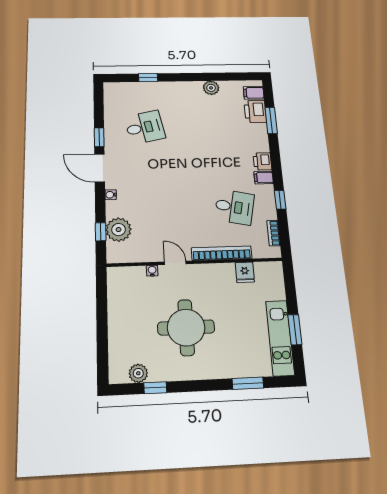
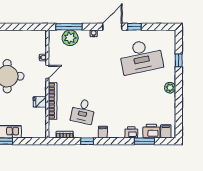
plant: (211, 88) -> (170, 88), moved
desk: (145, 127) -> (141, 57), width x1.87, depth x1.30
printer: (262, 161) -> (131, 132), moved
window: (101, 232) -> (69, 27), width x2.17
fridge: (245, 272) -> (40, 102), moved

